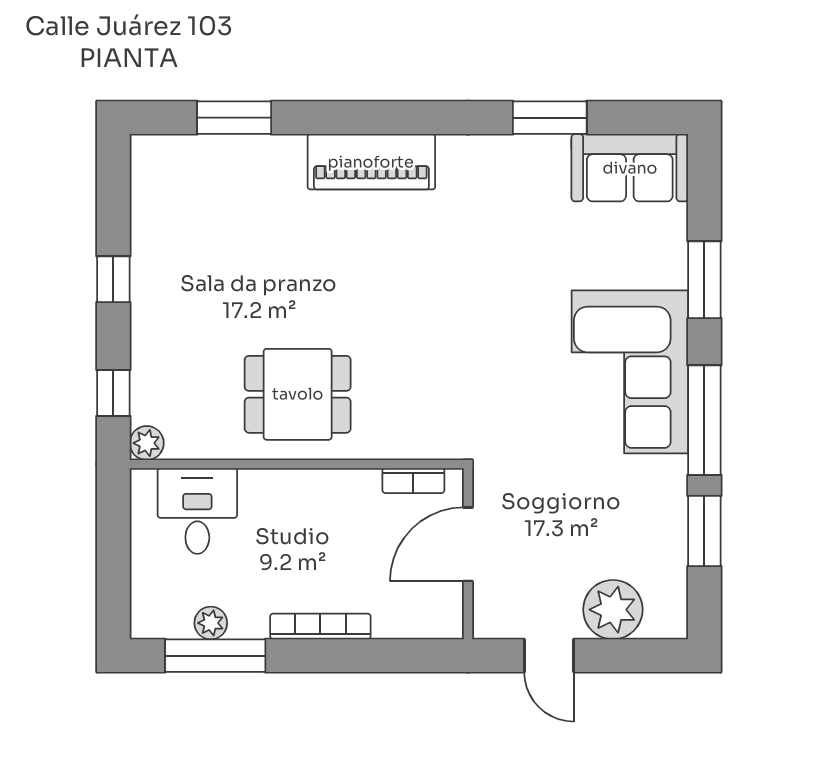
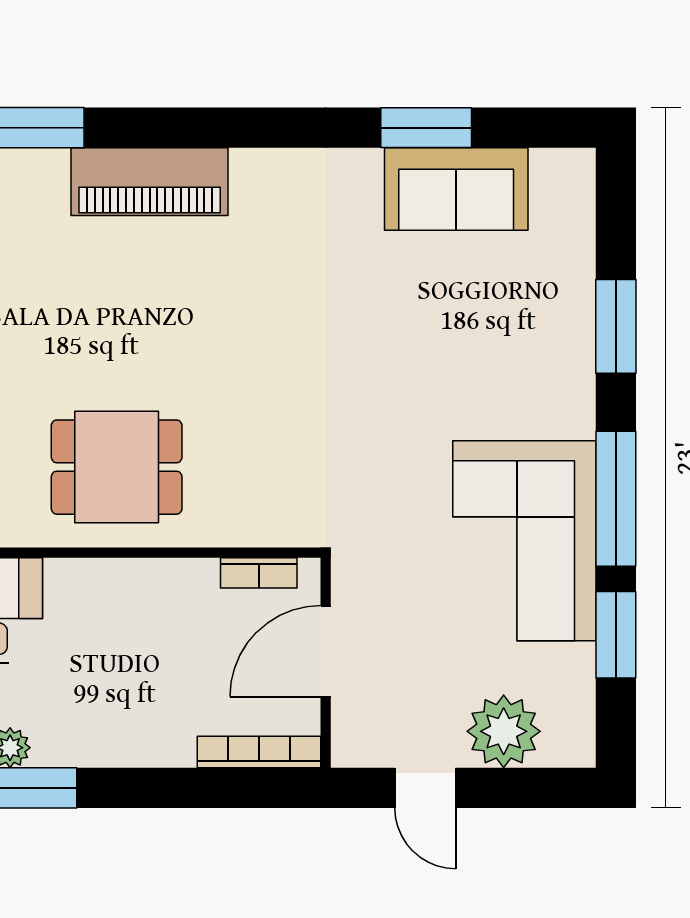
piano: (371, 162) -> (150, 182), moved
sofa: (630, 168) -> (456, 189), moved
corner sofa: (630, 372) -> (524, 541), moved
bookcase: (320, 626) -> (259, 752), moved

